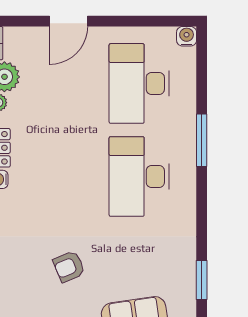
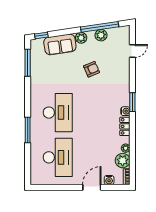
water cooler: (187, 36) -> (109, 180), moved
window: (202, 280) -> (28, 63), width x1.44

